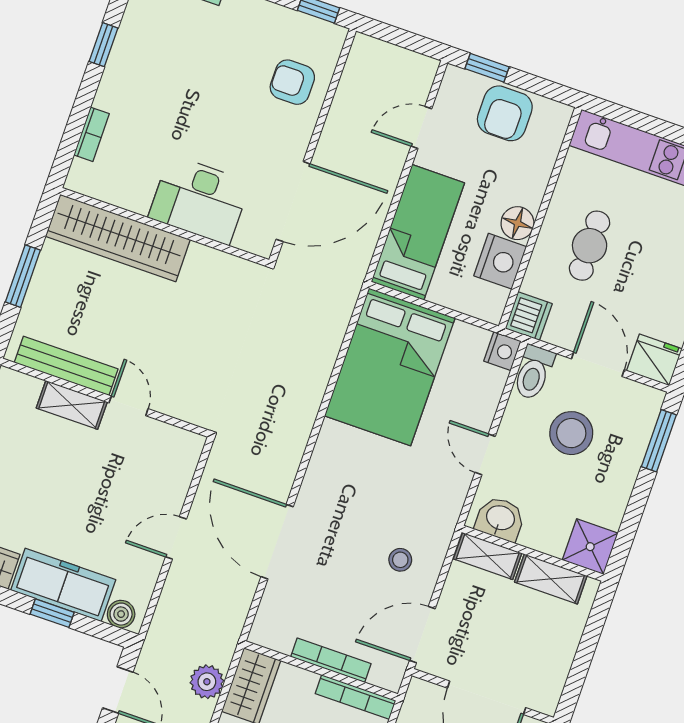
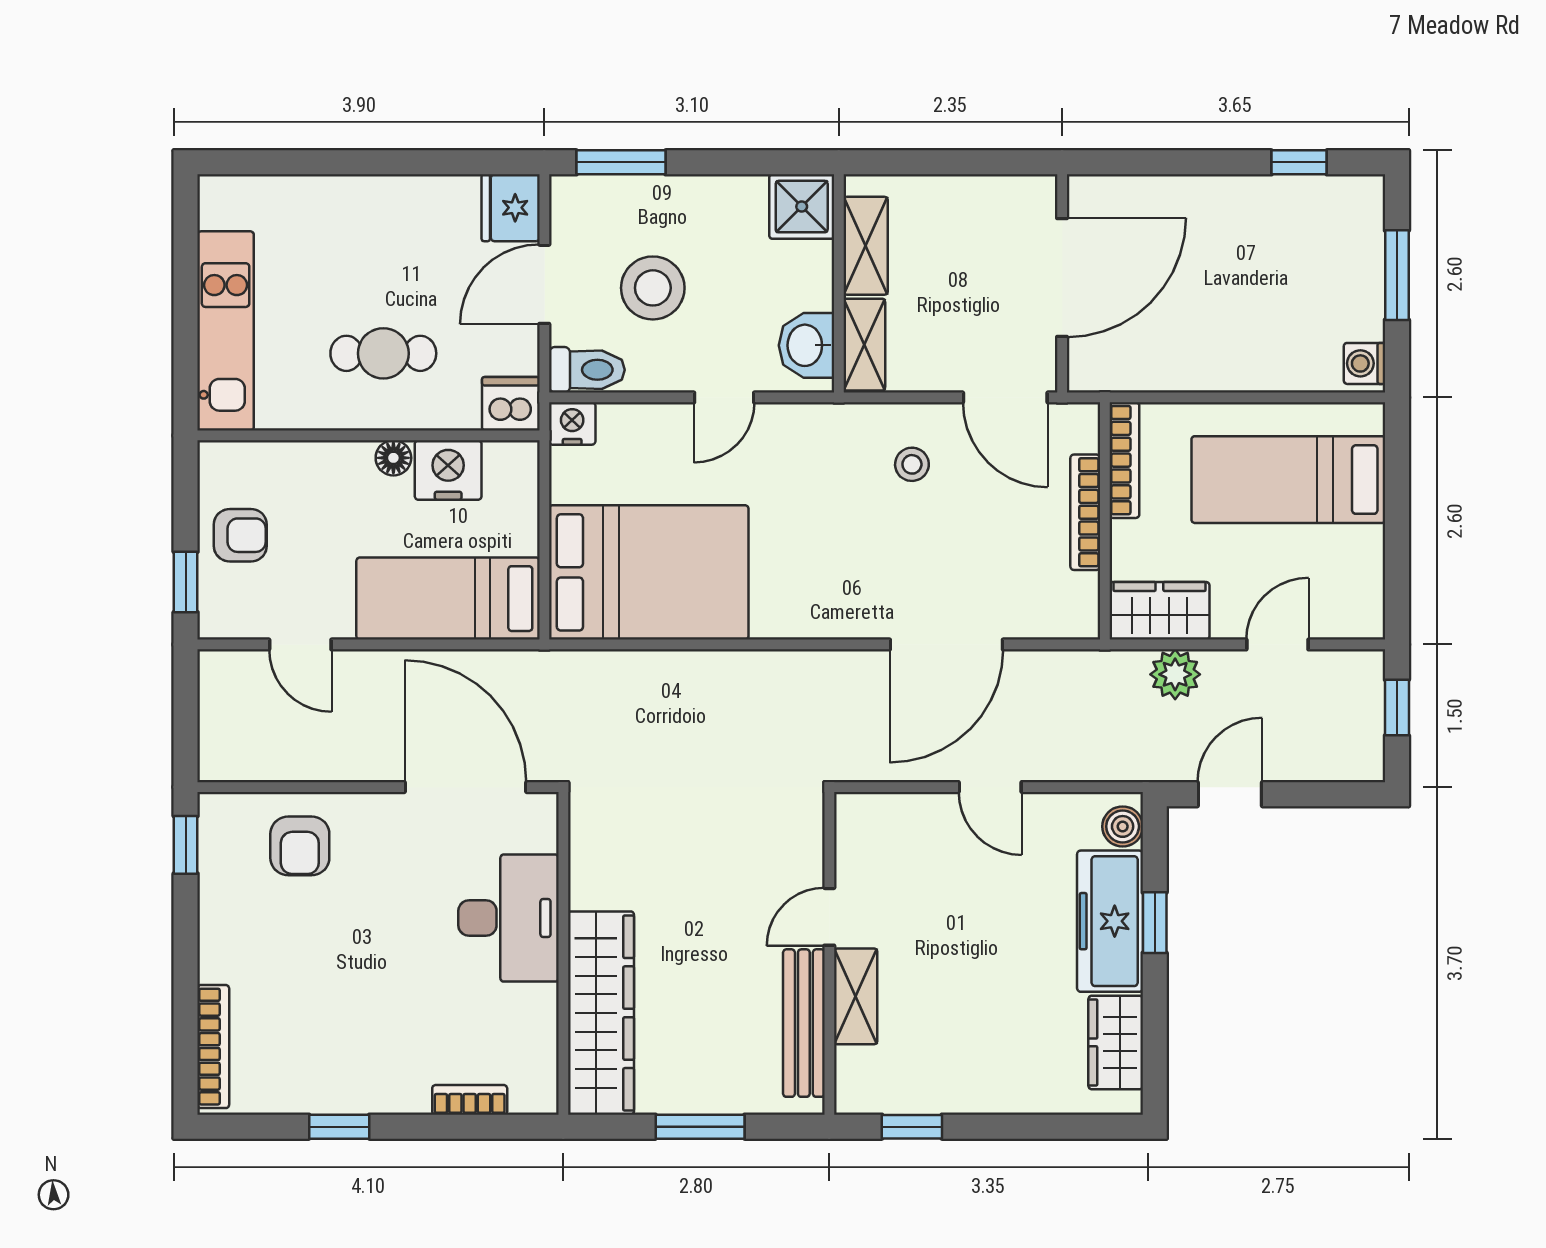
armchair: (505, 113) -> (240, 535), width x0.72, depth x0.72
floor lamp: (517, 223) -> (393, 458), width x0.73, depth x0.73

